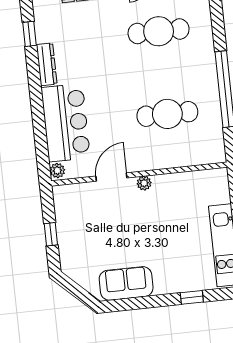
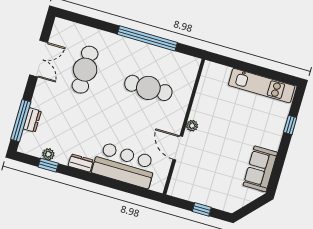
dresser: (47, 64) -> (81, 163), width x0.70
cafe table: (167, 114) -> (148, 88), turned 90
plant: (57, 171) -> (48, 154), moved

